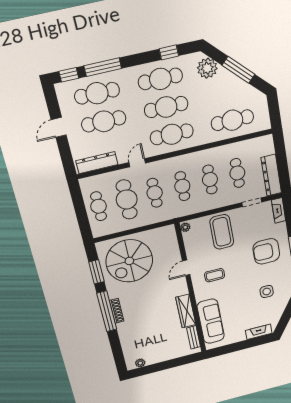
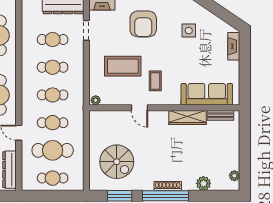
coffee table: (222, 232) -> (123, 66), moved
spiral stairs: (129, 261) -> (117, 162), width x0.73, depth x0.73
plant: (127, 340) -> (203, 183), added

